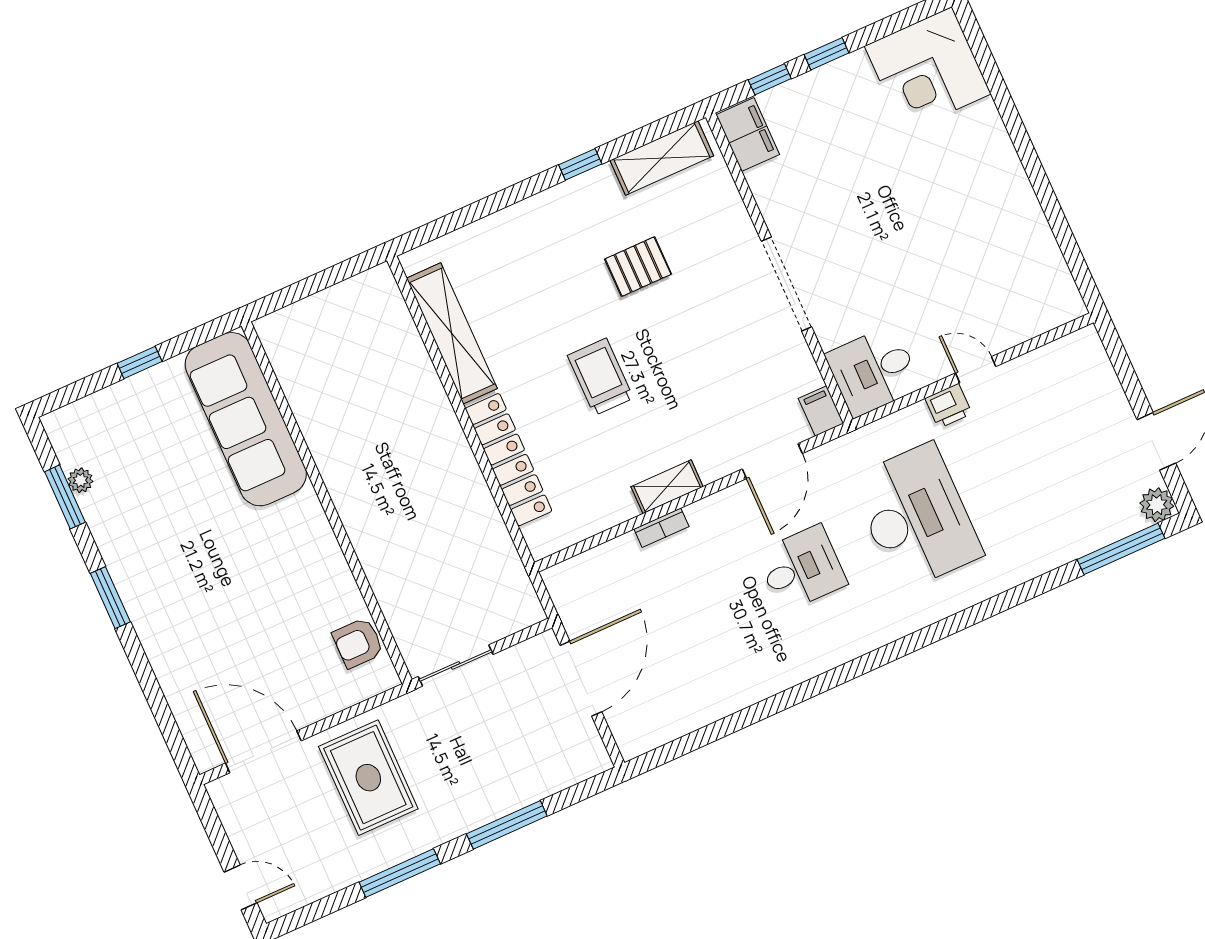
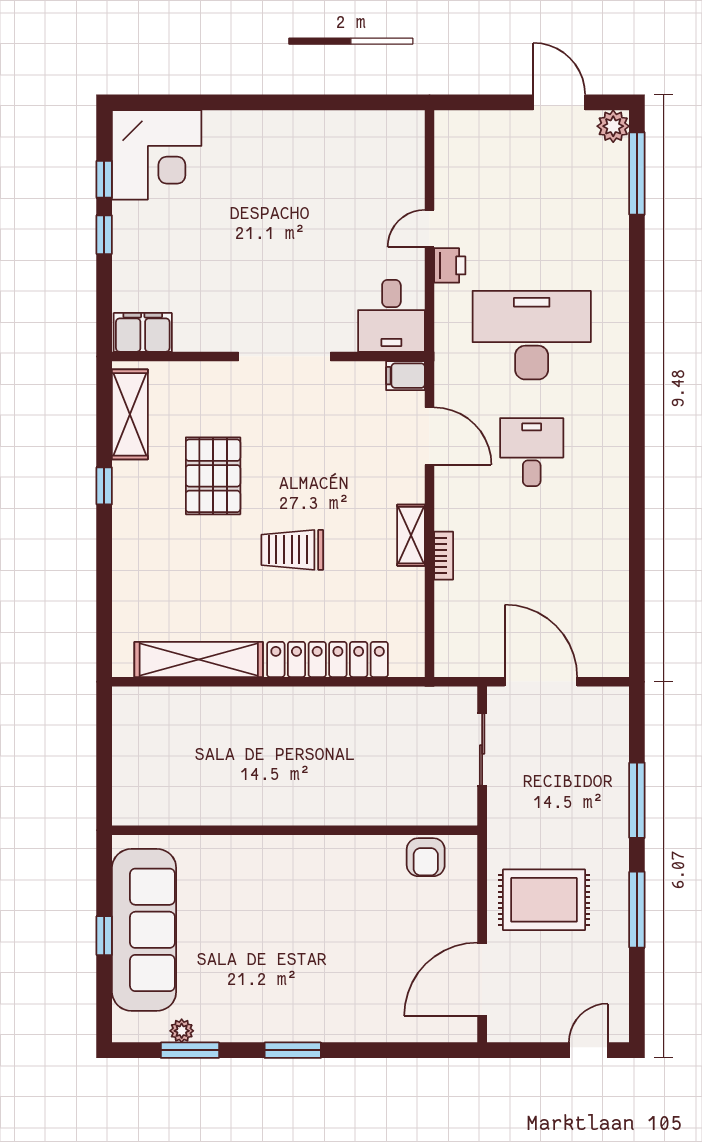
window: (770, 79) -> (104, 179), moved
pallet: (638, 267) -> (213, 476), width x1.50, depth x1.42
sofa: (246, 419) -> (144, 930), moved, turned -90
sliding door: (456, 665) -> (482, 750), moved

